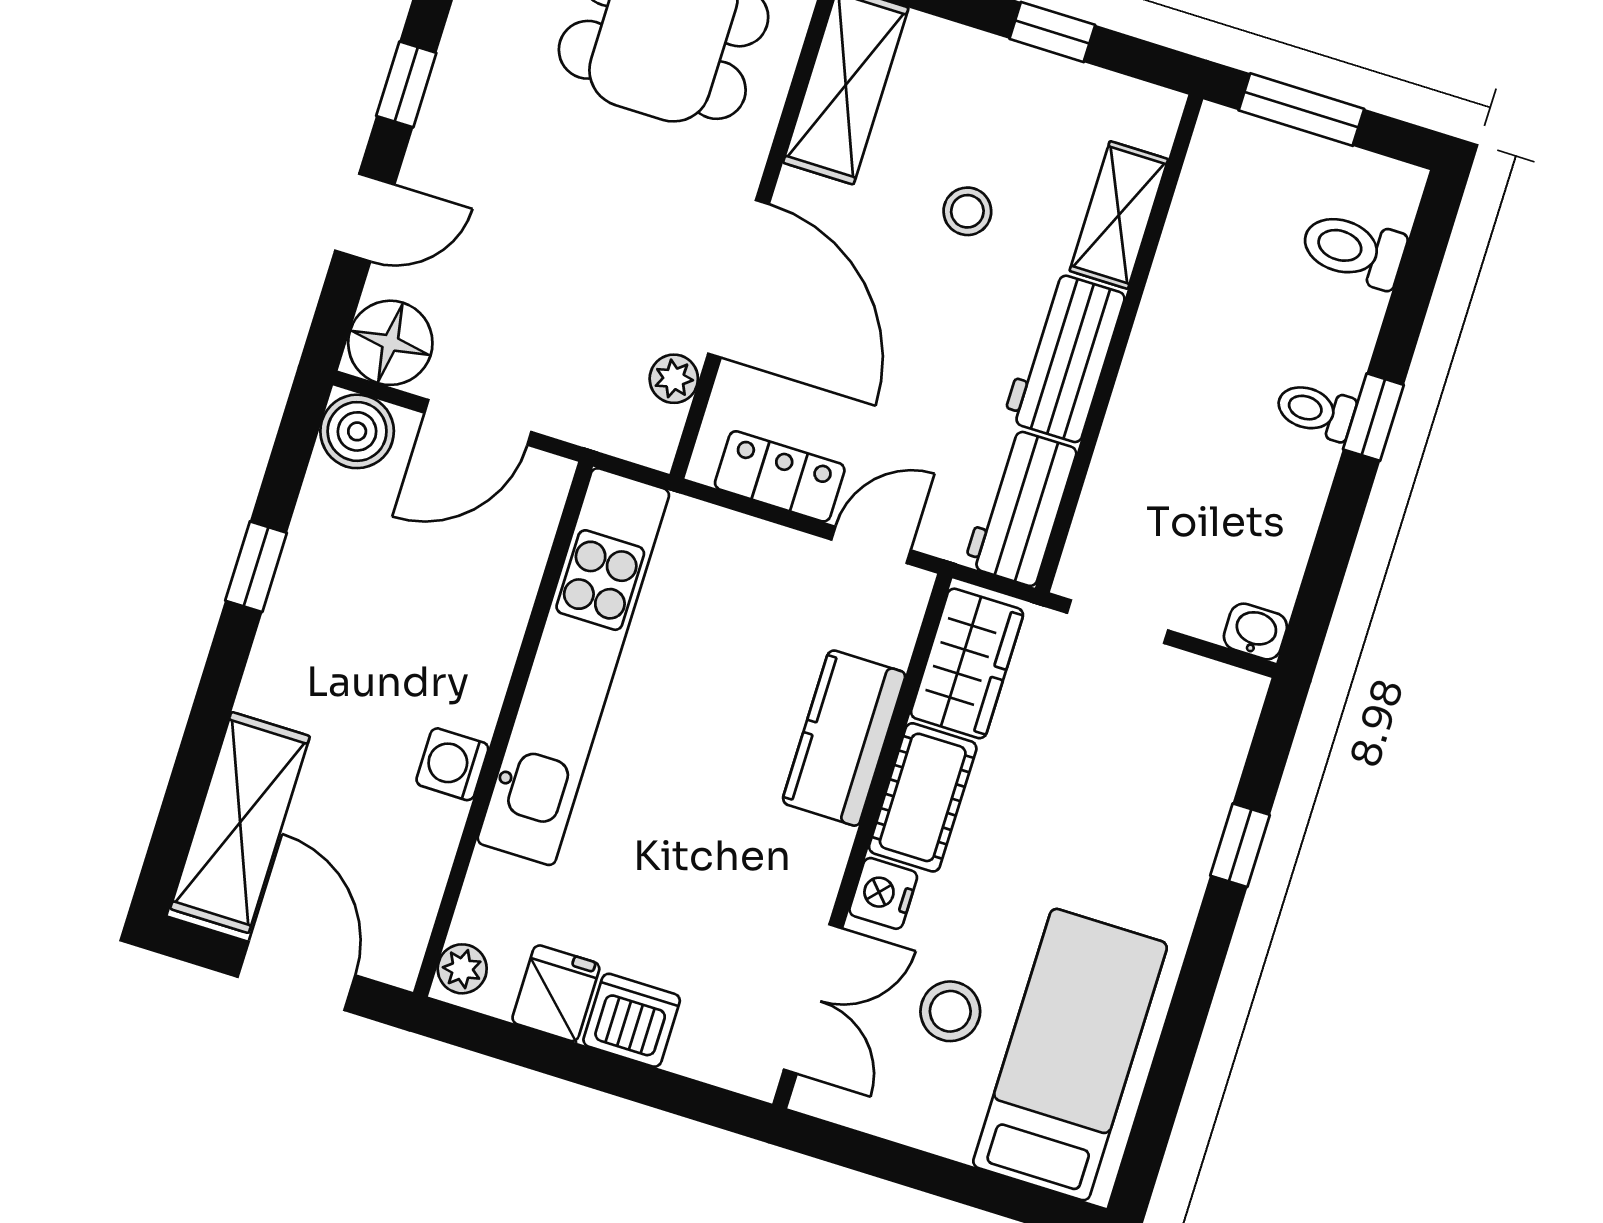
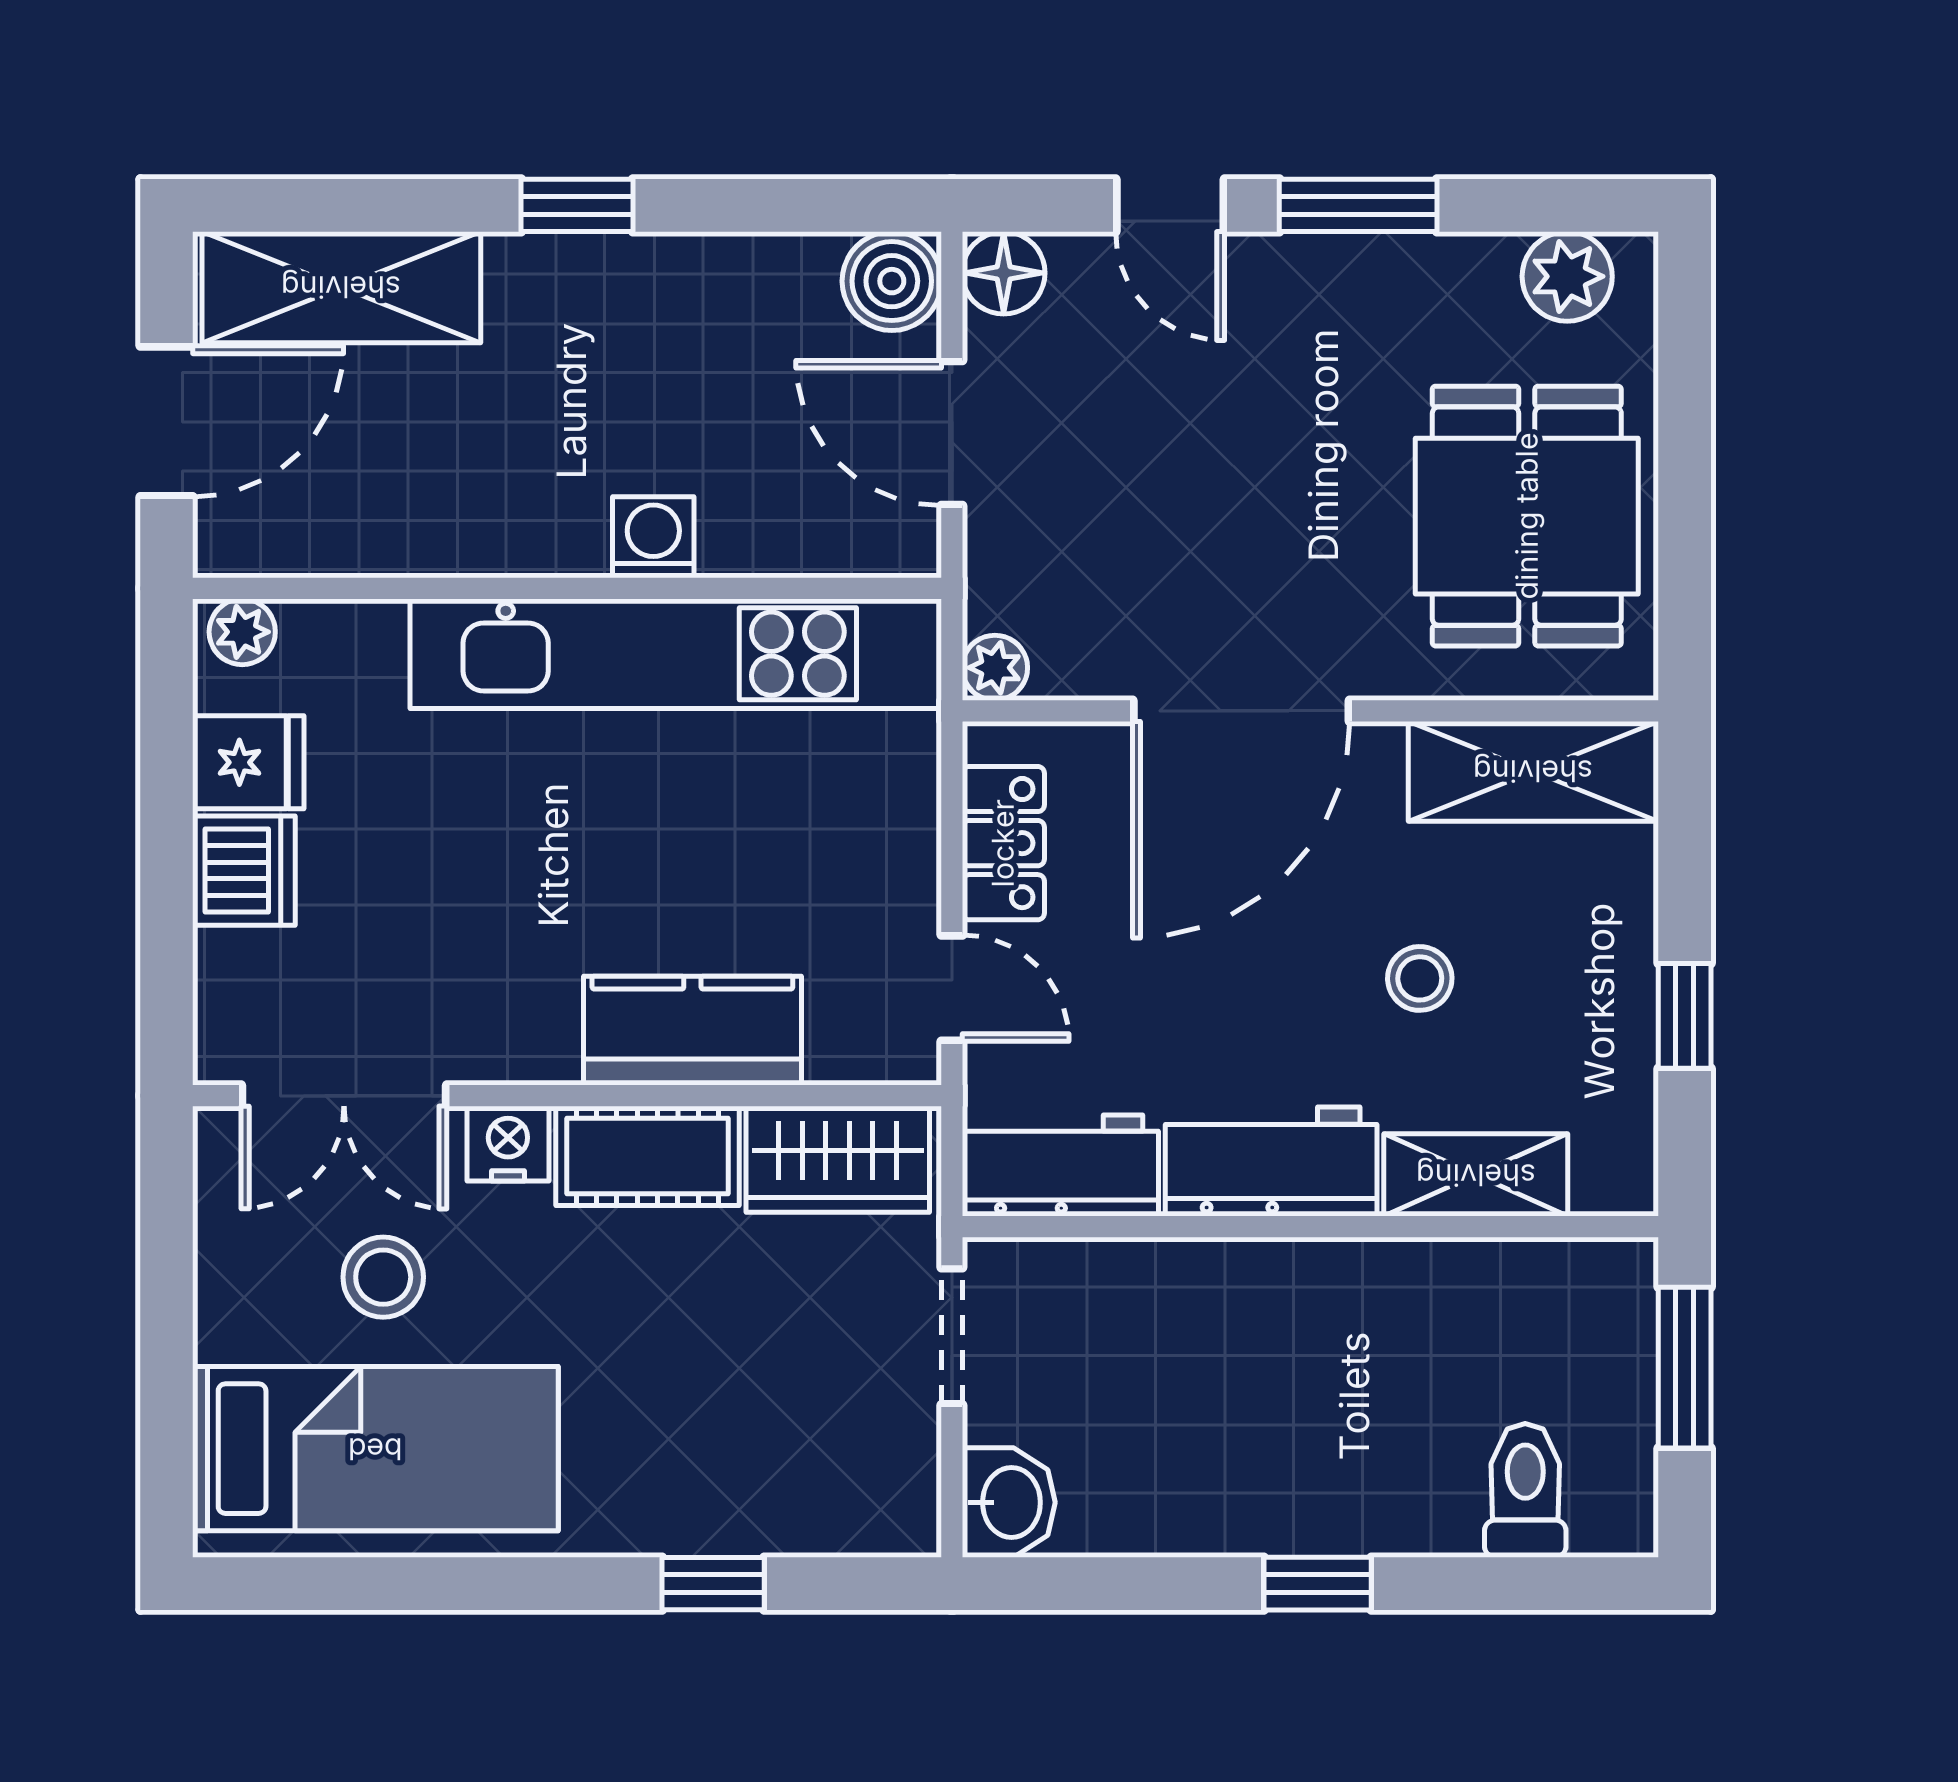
window: (406, 84) -> (1358, 205), width x1.50
floor lamp: (390, 343) -> (1004, 273), width x0.73, depth x0.73
plant: (674, 379) -> (995, 668), moved
toilet: (1315, 411) -> (1303, 1506), removed
window: (256, 567) -> (577, 205), moved
washbasin: (1255, 632) -> (1009, 1502), width x1.38, depth x1.45
washing machine: (452, 764) -> (653, 537), moved

